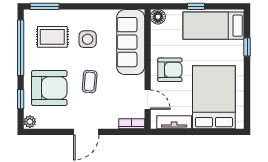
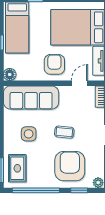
rug: (52, 37) -> (17, 168), moved

